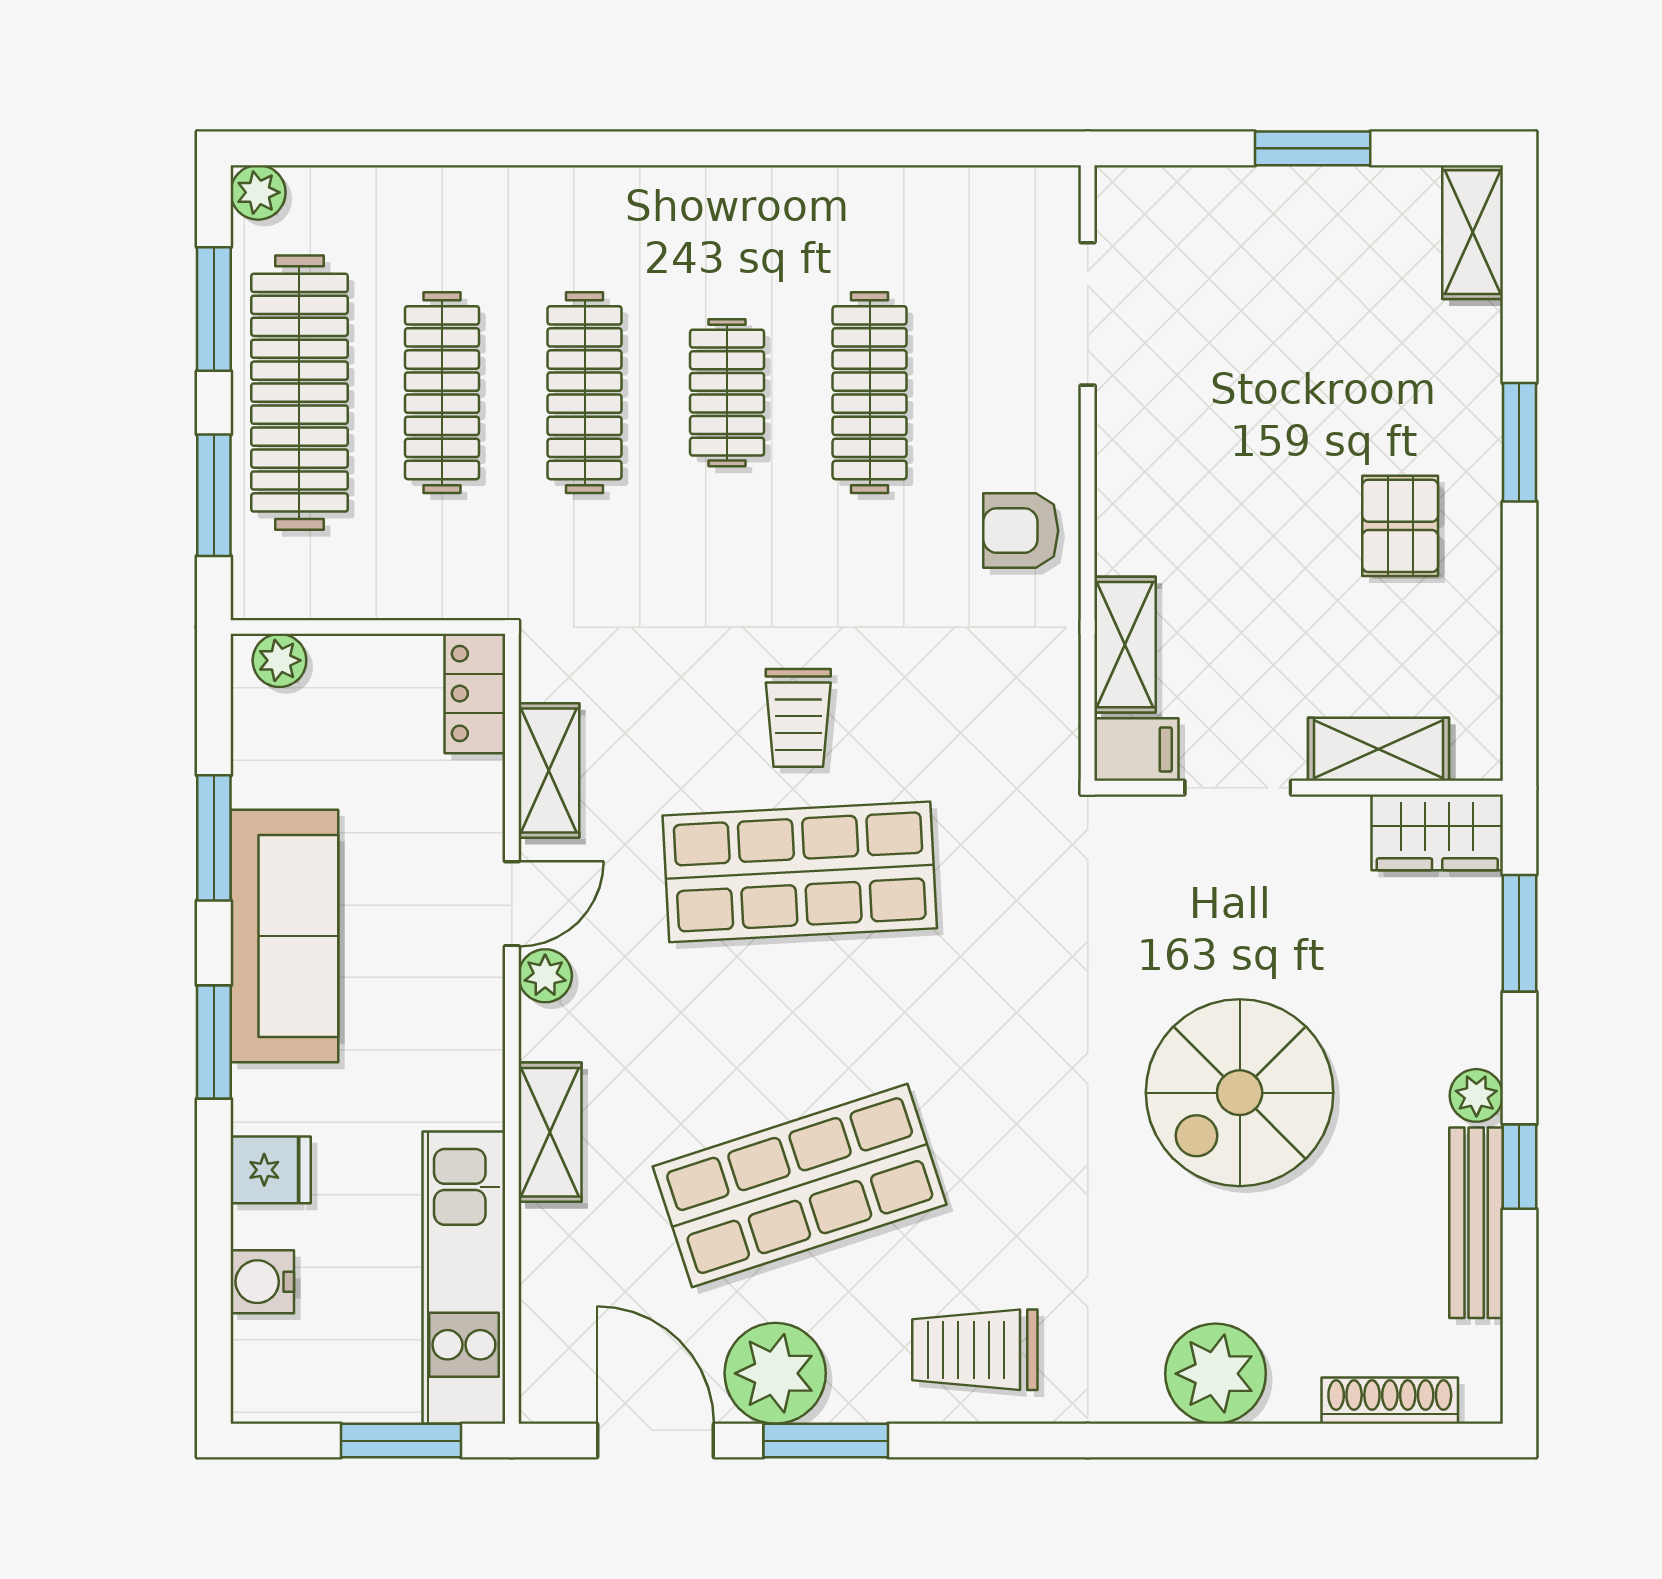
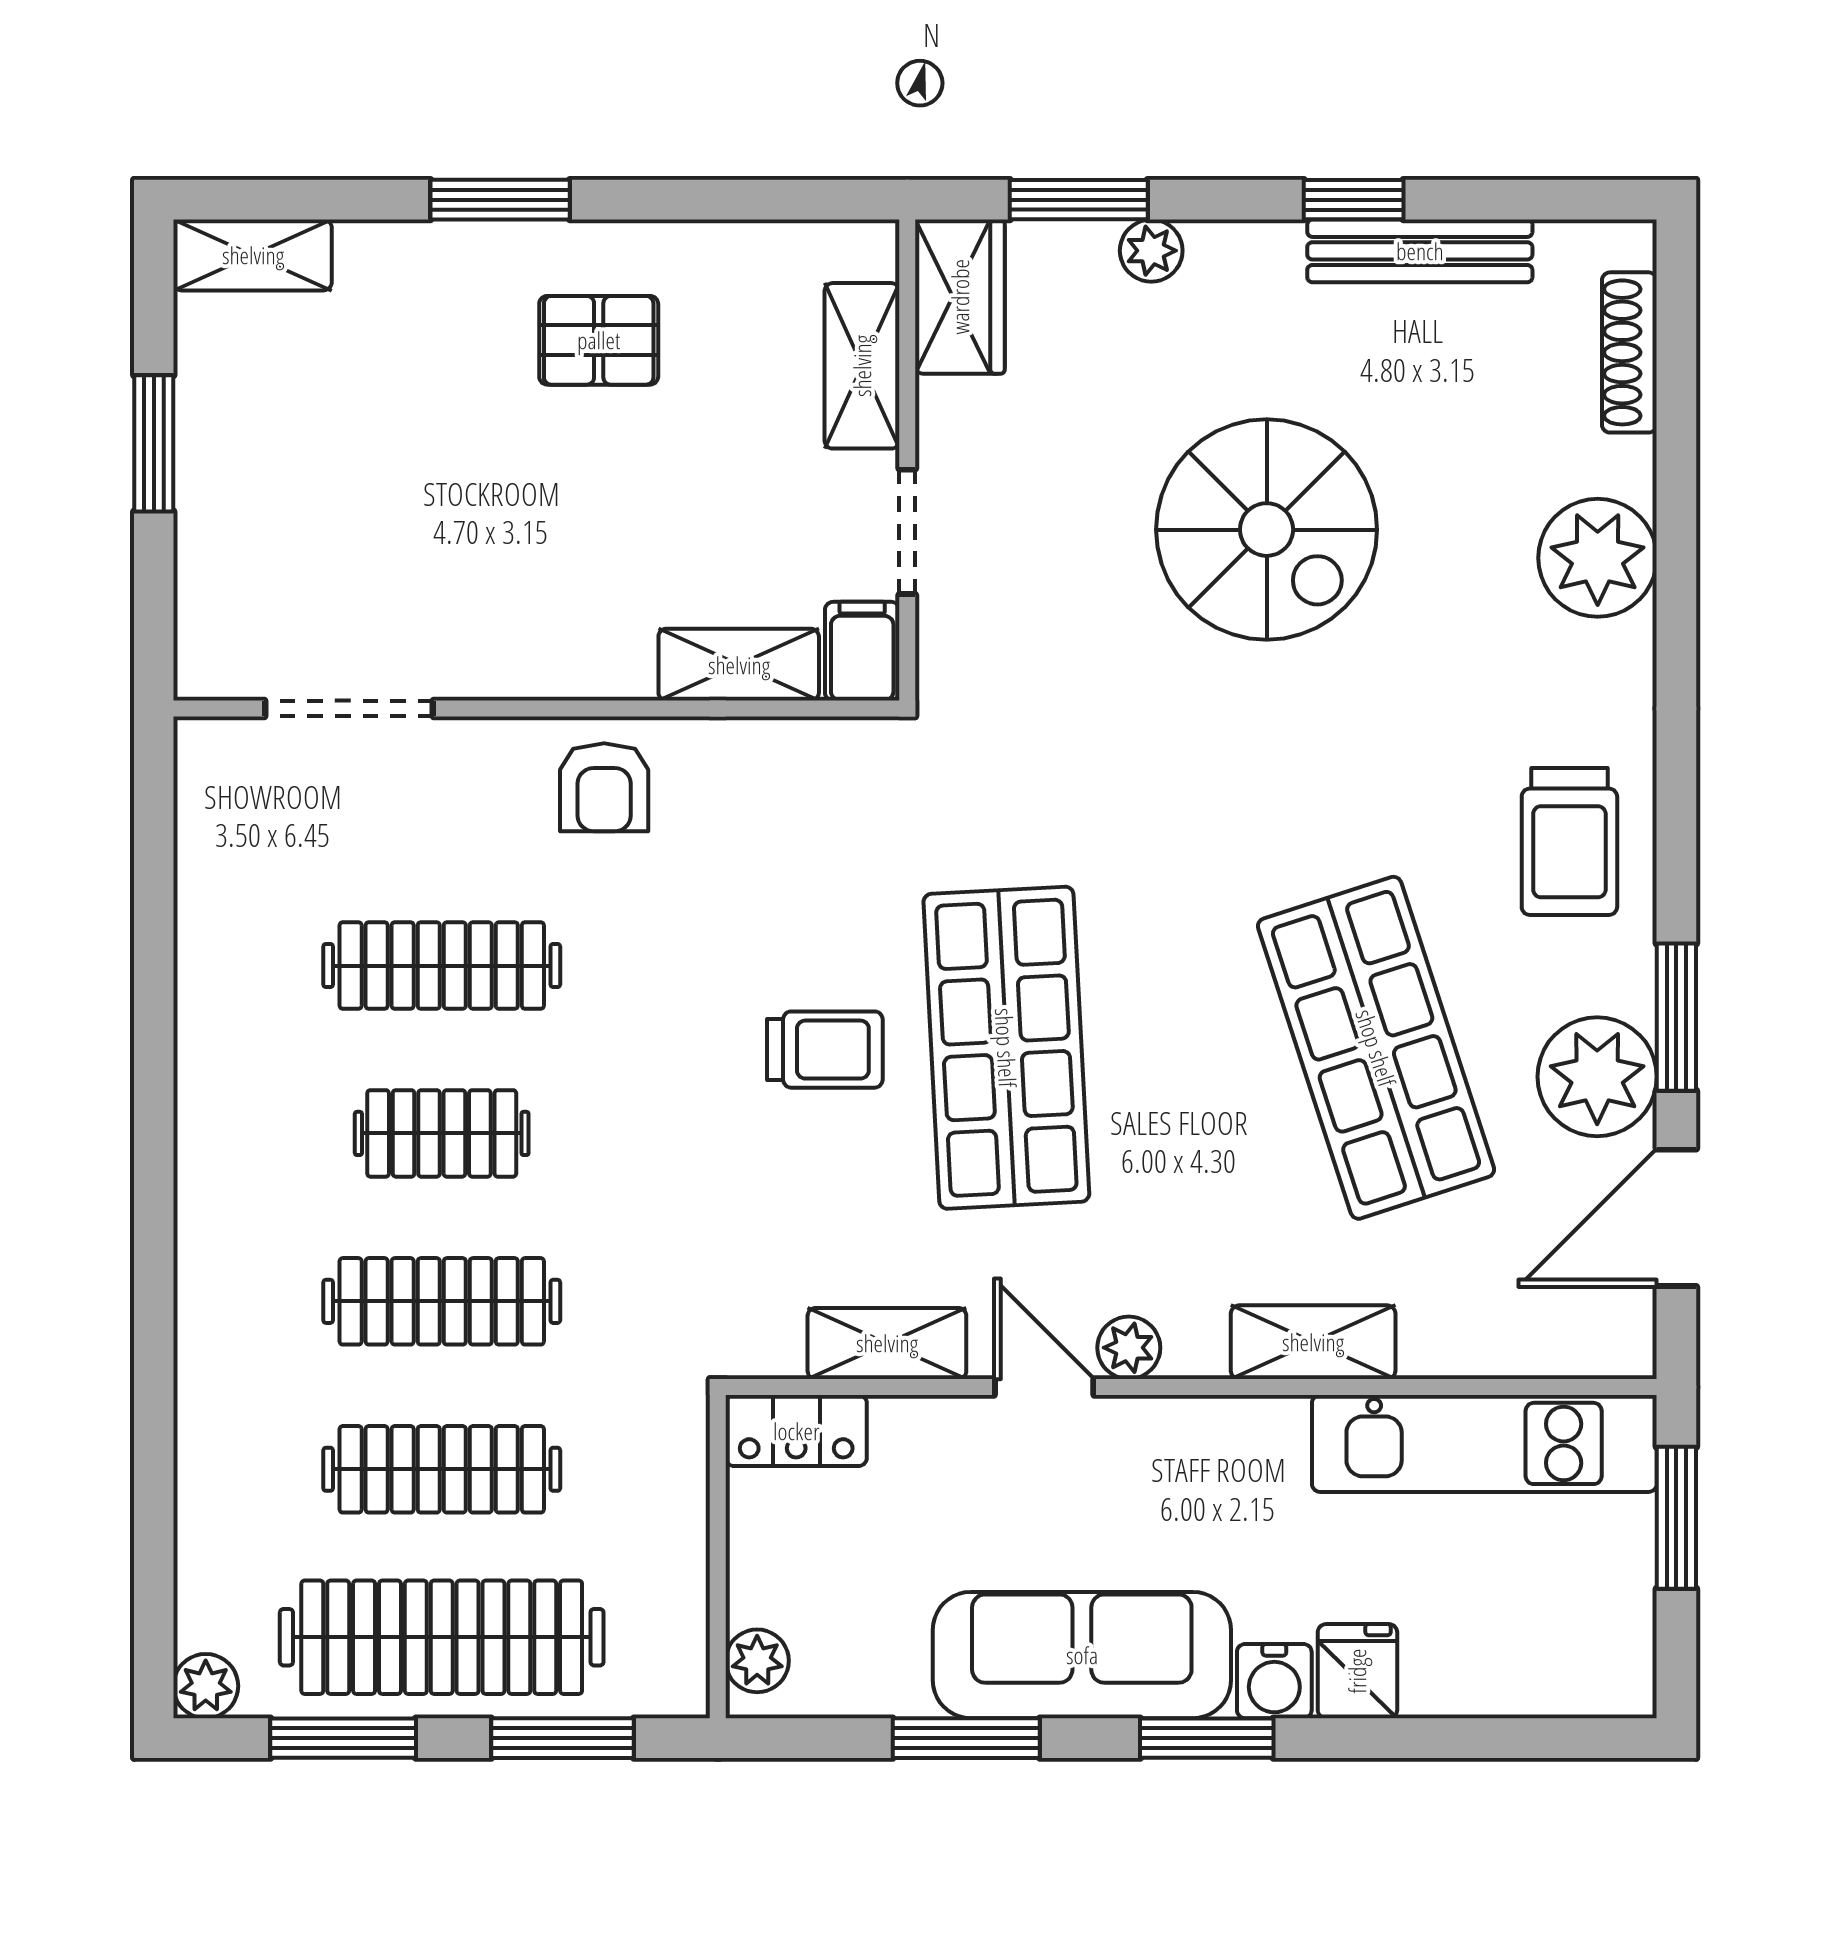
plant: (1476, 1095) -> (1151, 251), moved
water cooler: (262, 1282) -> (1274, 1681), moved

